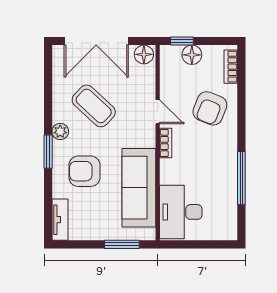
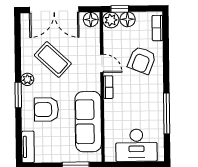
plant: (170, 55) -> (111, 20), added
desk: (181, 212) -> (136, 145), moved, turned -90

